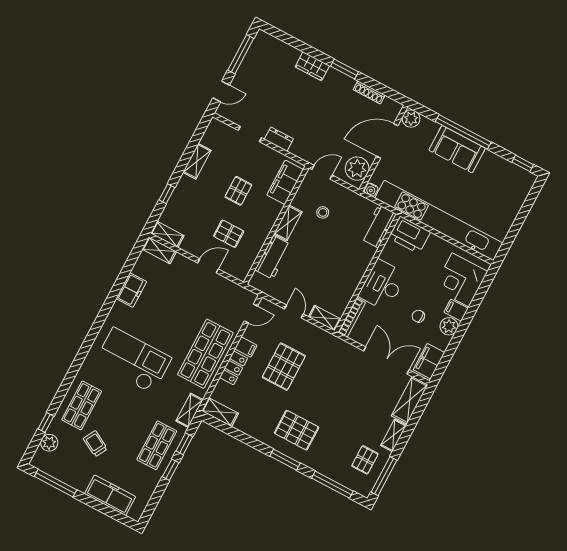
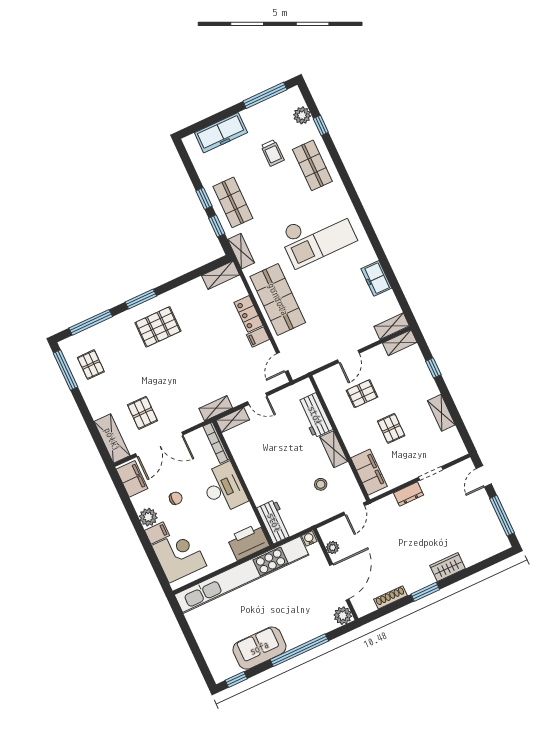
sofa: (457, 149) -> (259, 648), moved
plant: (357, 169) -> (333, 548), width x0.53, depth x0.53
pallet: (284, 367) -> (142, 413), moved, width x0.67, depth x0.71
shelving: (393, 435) -> (216, 408), moved, turned 90
trolley: (95, 444) -> (272, 153), turned 61

